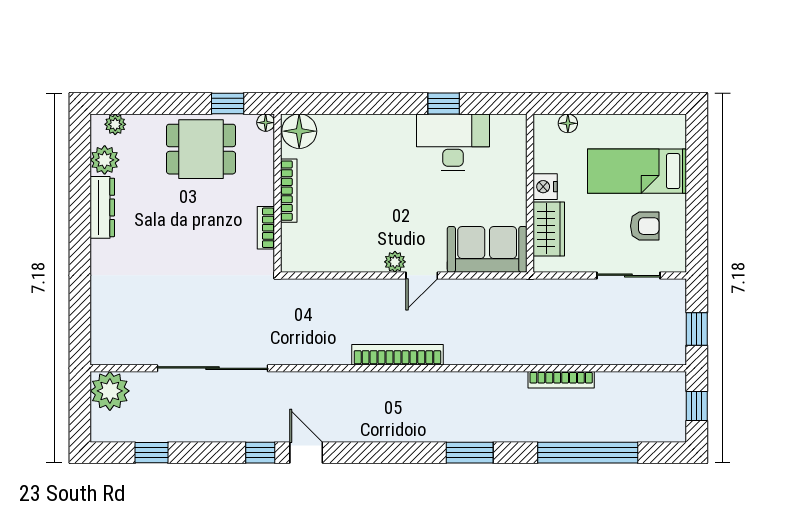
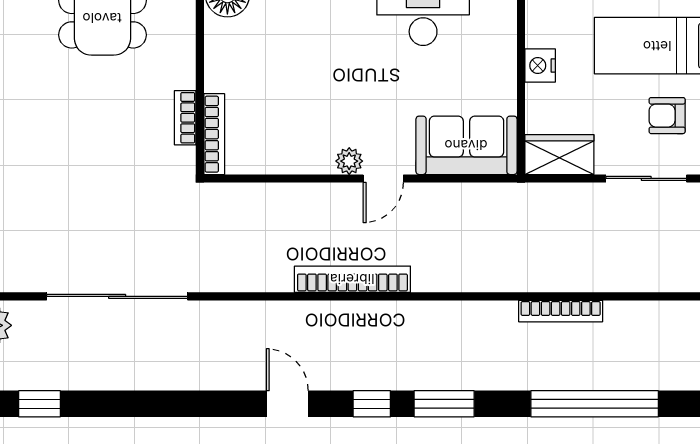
bookcase: (289, 191) -> (214, 134), moved
armchair: (645, 226) -> (667, 116), turned 180
wardrobe: (549, 229) -> (559, 155), moved, turned -90
window: (260, 453) -> (372, 404), moved
door: (306, 453) -> (287, 404), moved

